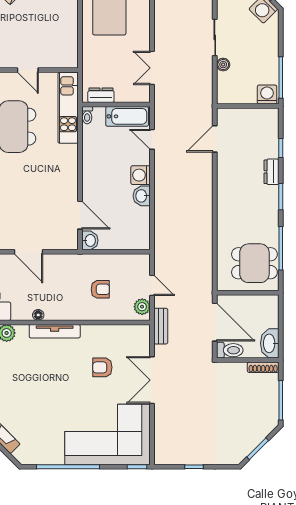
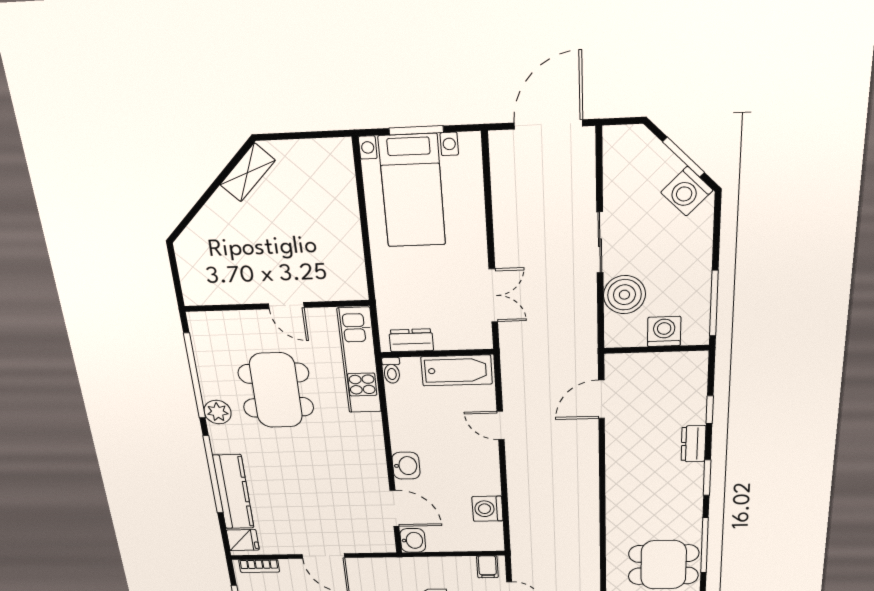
boiler: (223, 65) -> (624, 295), width x1.86, depth x1.86
double door: (152, 68) -> (493, 296), swing flipped
washing machine: (267, 95) -> (664, 331), moved
door: (152, 139) -> (501, 425), moved
washing machine: (141, 175) -> (487, 509), moved
washbasin: (142, 196) -> (406, 466), moved, turned 180
filing cabinet: (138, 263) -> (487, 567), added

